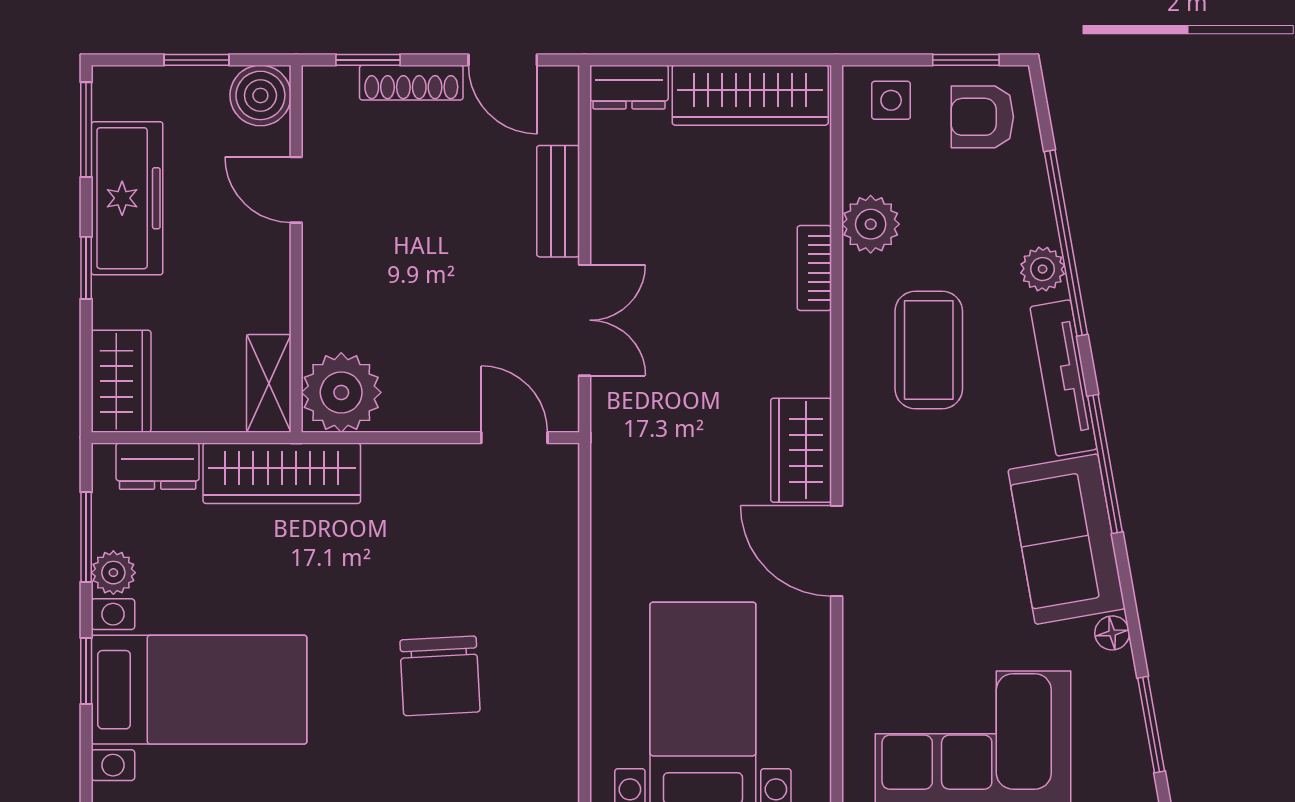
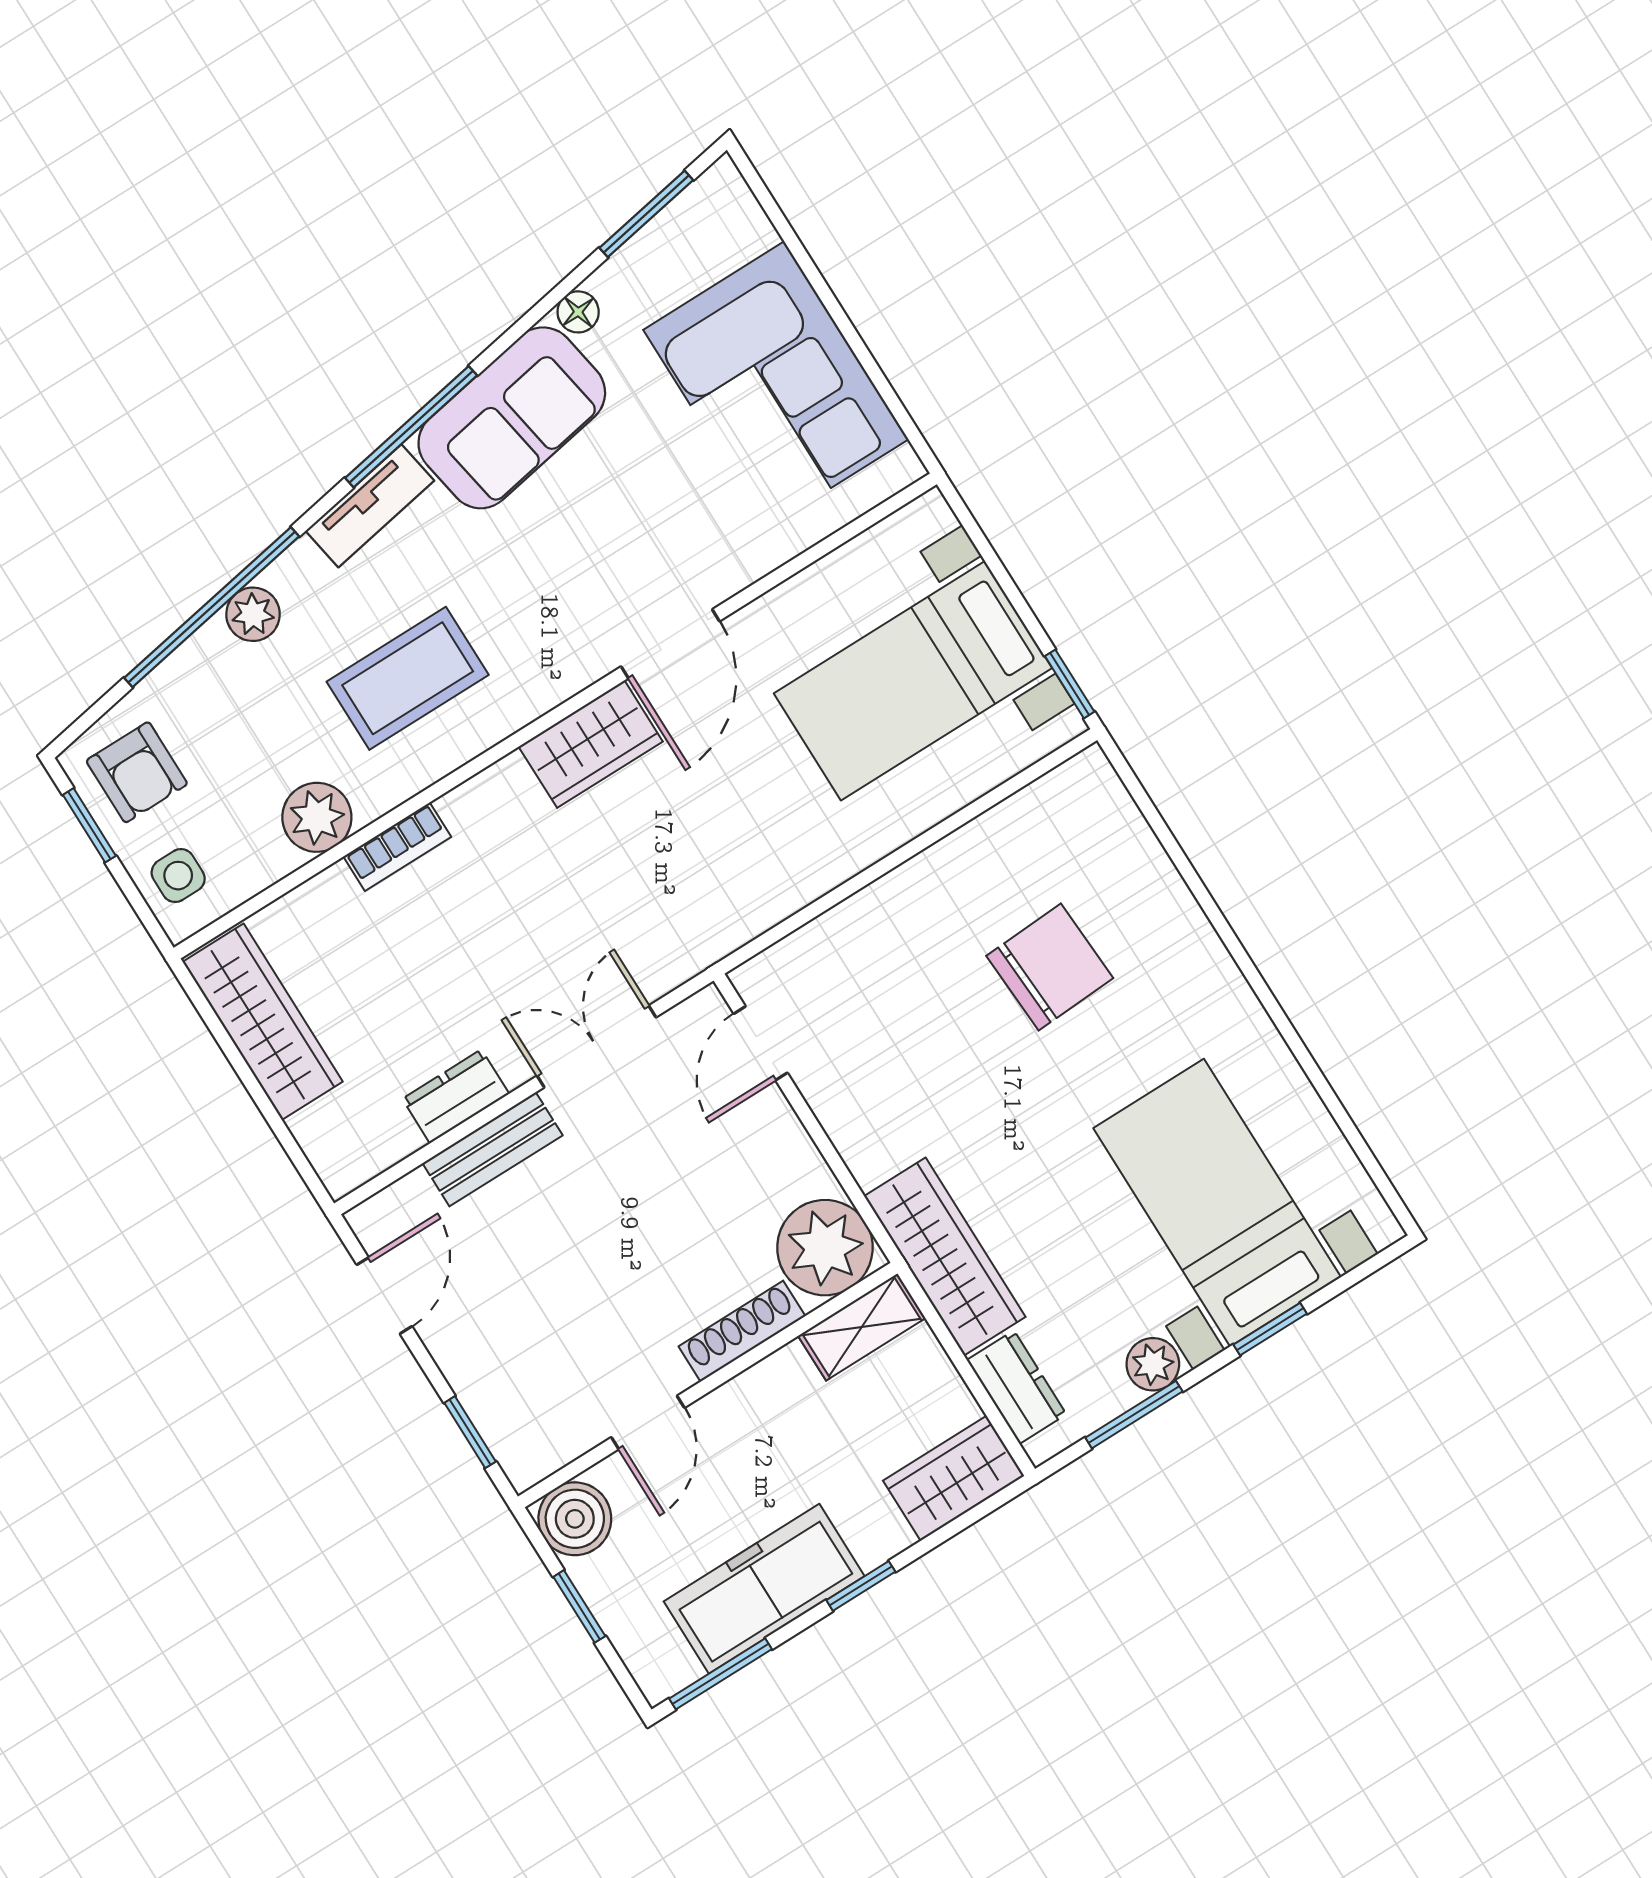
shoe rack: (411, 83) -> (742, 1331), moved, turned -90
dresser: (629, 87) -> (456, 1096), moved, turned -90
tv unit: (1064, 378) -> (370, 506), width x0.71

